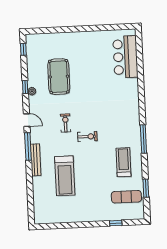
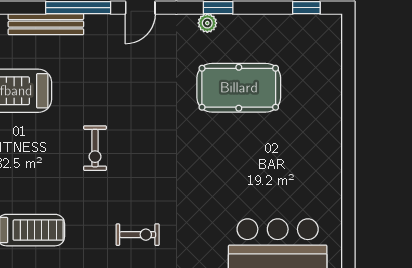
exercise bike: (65, 123) -> (138, 235), moved

